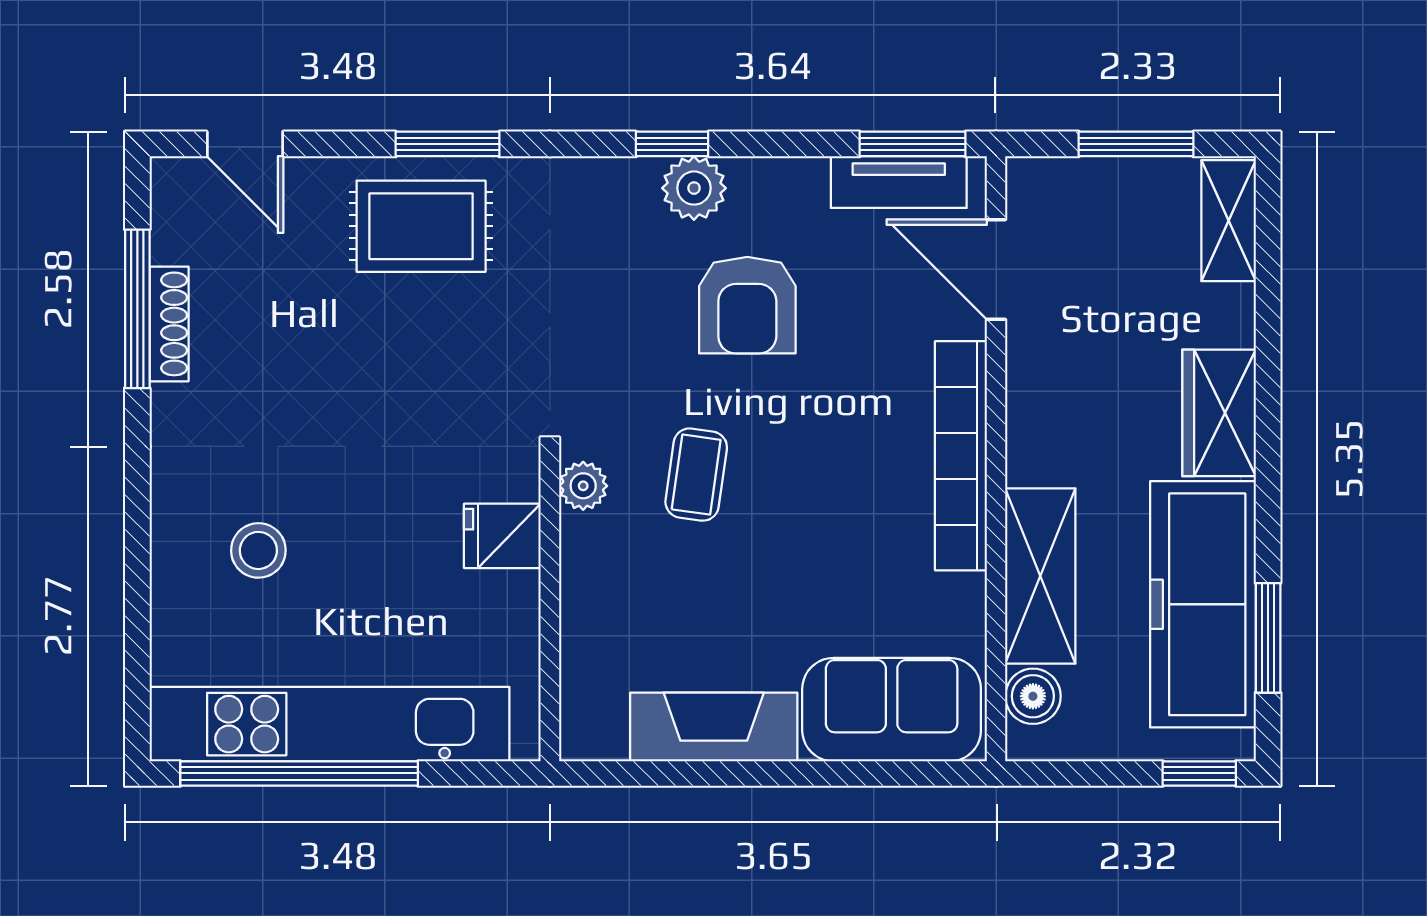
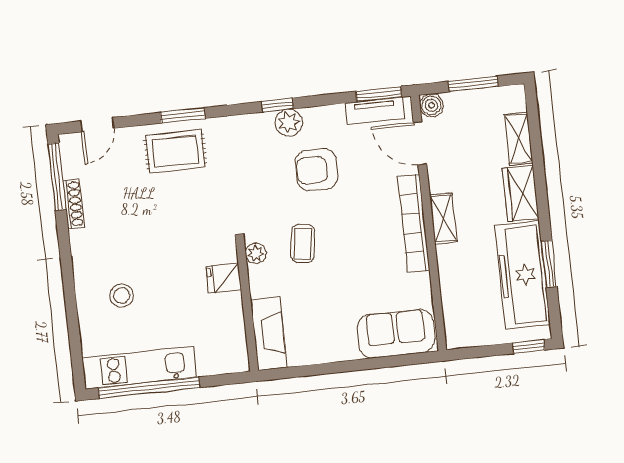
door: (245, 144) -> (97, 125), hinge flipped
shelving: (1229, 221) -> (519, 139), moved
armchair: (747, 305) -> (317, 170), turned 90
window: (137, 309) -> (57, 177), moved
shelving: (1040, 576) -> (443, 218), moved, width x0.67, depth x0.75
window: (1268, 638) -> (549, 264), moved
boiler: (1033, 696) -> (431, 105), moved
kitchen unit: (329, 724) -> (139, 368), width x0.73
fireplace: (714, 727) -> (269, 334), moved, turned 90

